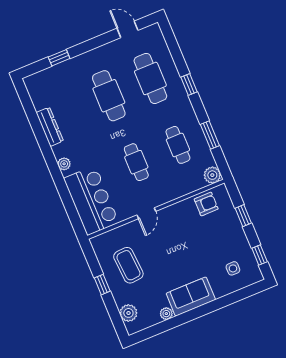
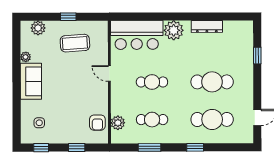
plant: (64, 164) -> (174, 30), width x1.87, depth x1.87
plant: (212, 175) -> (118, 123), moved

